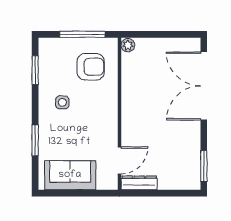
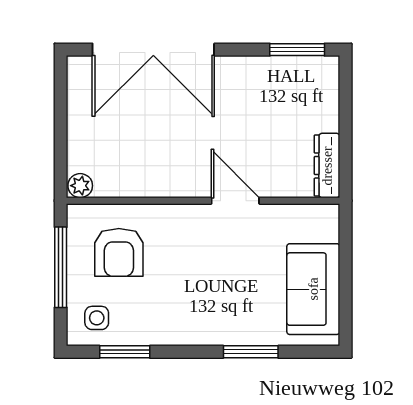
armchair: (91, 67) -> (119, 252), turned 180
side table: (62, 102) -> (97, 318), moved
door: (119, 160) -> (235, 201), moved

